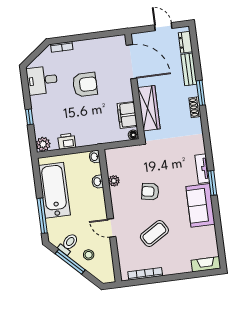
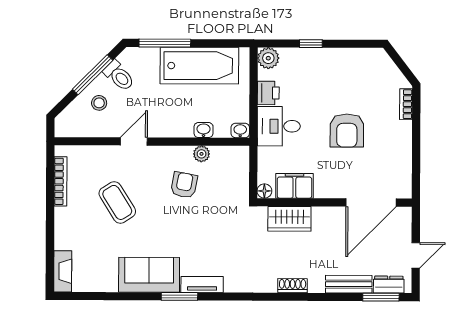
desk: (42, 80) -> (279, 126), moved, turned -90
window: (201, 93) -> (381, 297), moved
wardrobe: (149, 108) -> (289, 219), width x0.67
armchair: (150, 192) -> (184, 185), moved

